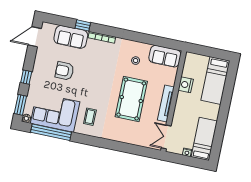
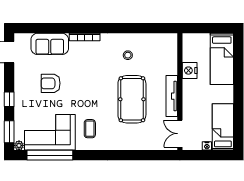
window: (83, 25) -> (60, 28), removed
sofa: (165, 56) -> (160, 43), removed

